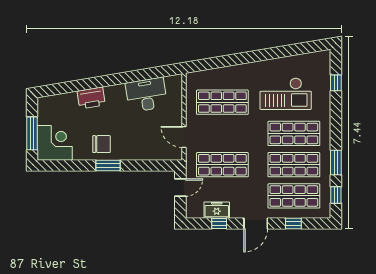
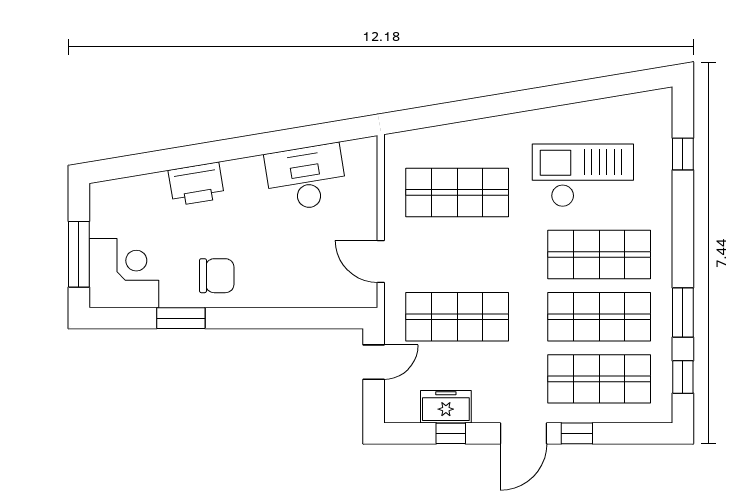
checkout: (286, 94) -> (583, 175), turned 180
window: (108, 165) -> (181, 318), moved
window: (293, 223) -> (577, 433), moved

